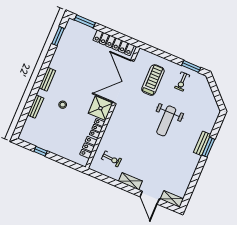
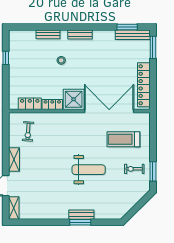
bench: (67, 34) -> (133, 35), added
treadmill: (153, 80) -> (123, 139), turned 180
weight bench: (166, 121) -> (89, 170), turned 180

